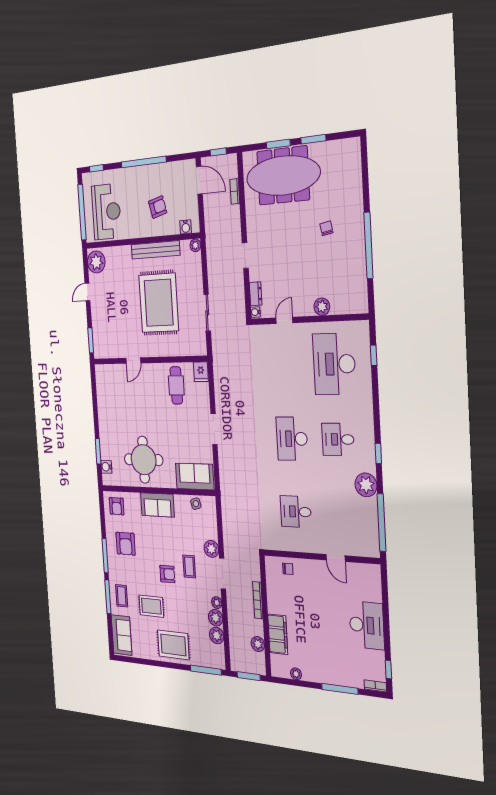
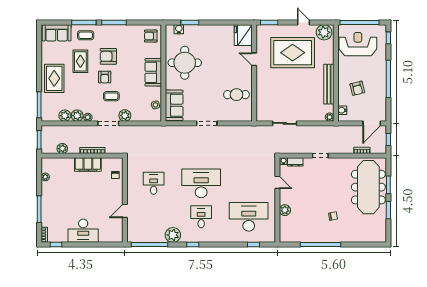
reception desk: (106, 212) -> (358, 44), turned 180
rug: (159, 303) -> (293, 53), moved
fridge: (201, 372) -> (243, 35), moved, width x1.88, depth x1.34
desk: (292, 439) -> (201, 183), width x1.36, depth x1.30
armchair: (126, 544) -> (108, 56), moved
filing cabinet: (278, 634) -> (88, 165), moved

